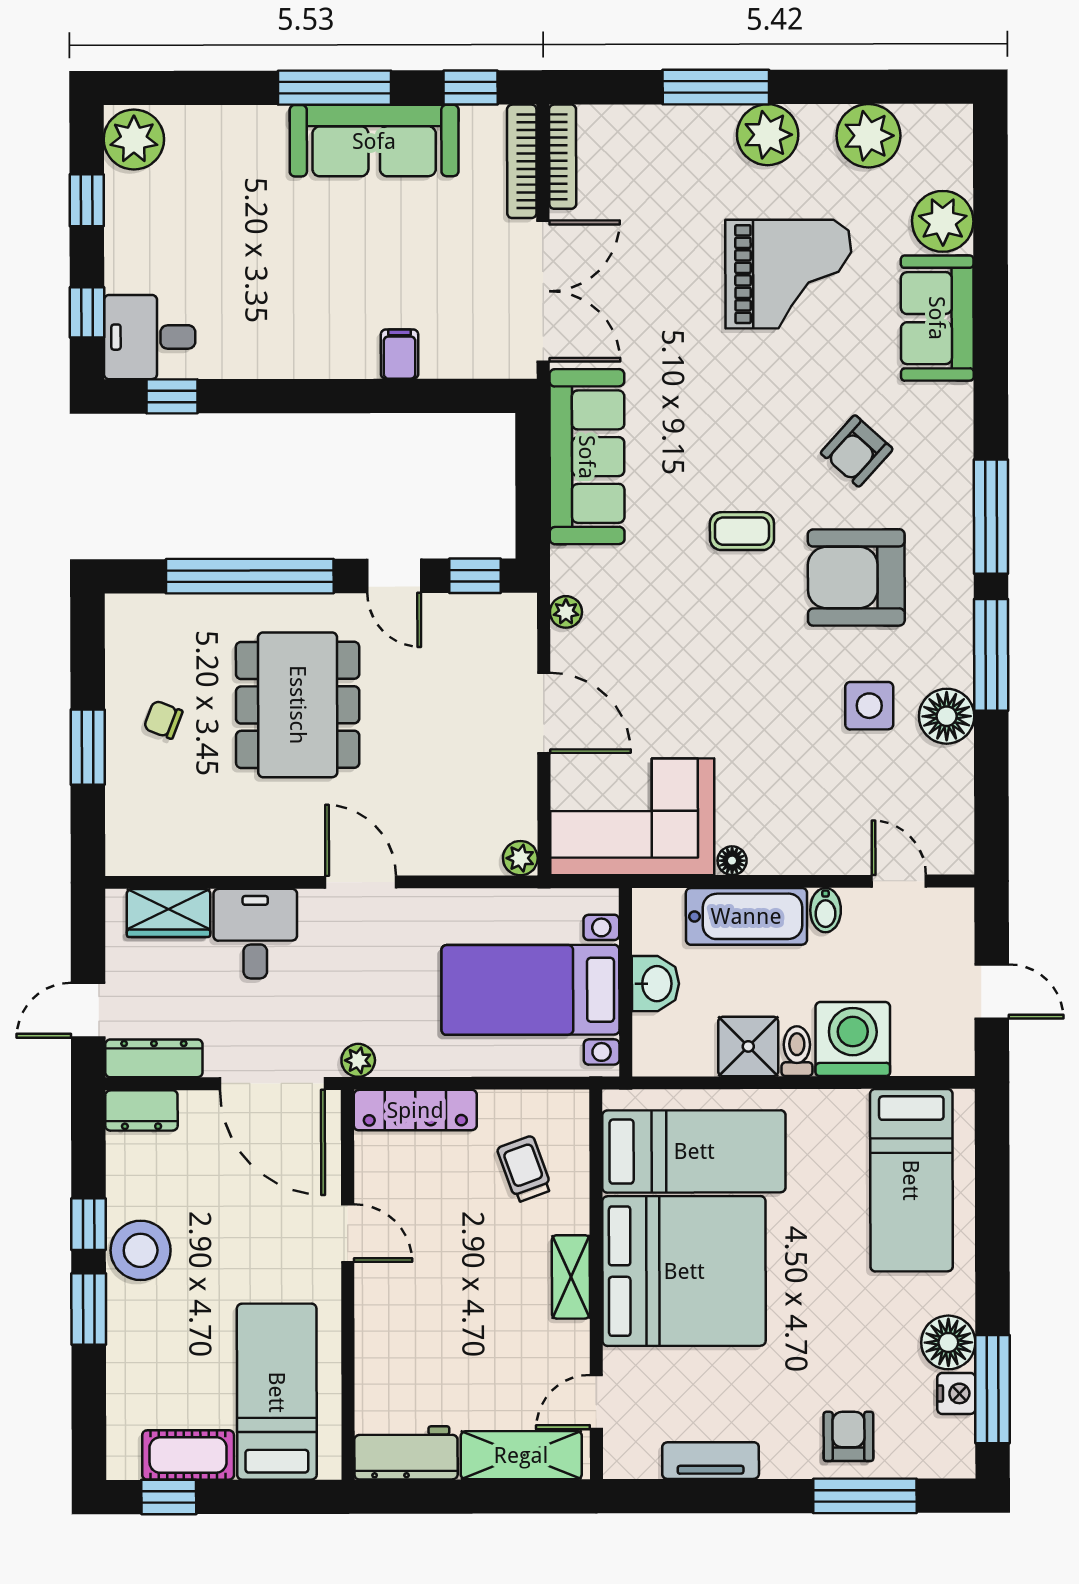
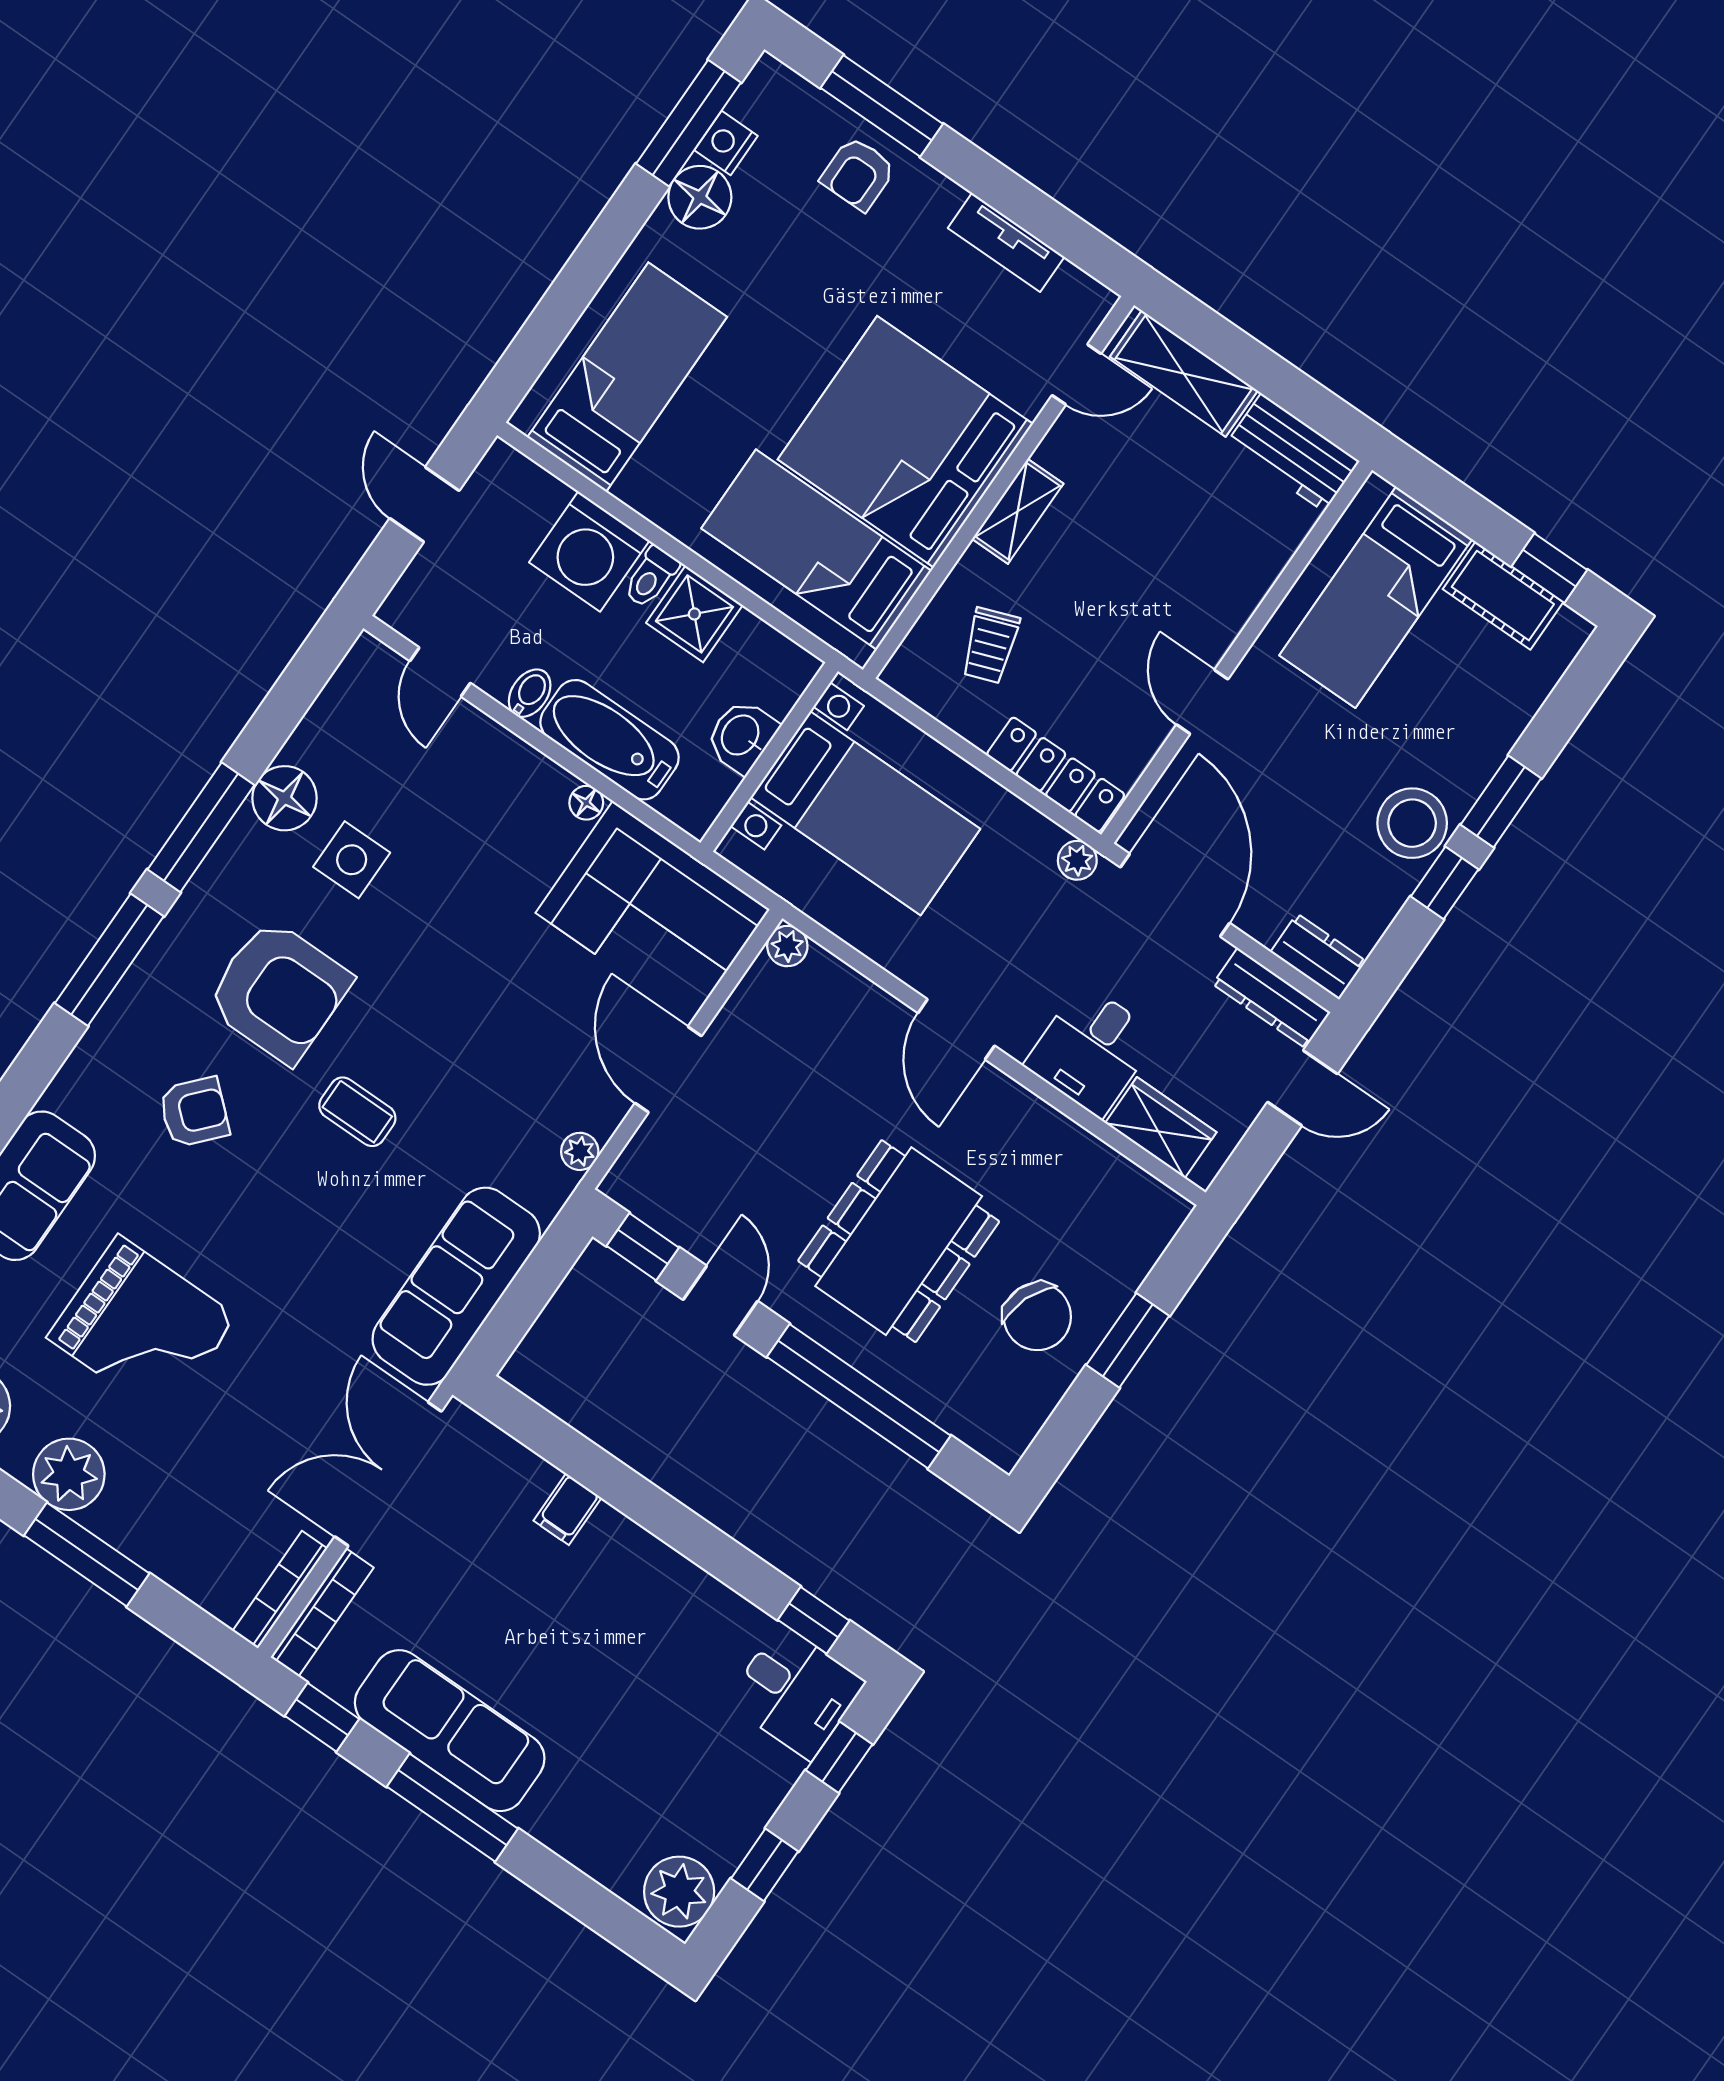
grand piano: (788, 274) -> (142, 1327), turned 180
chair: (163, 720) -> (1037, 1317), width x1.87, depth x1.87

